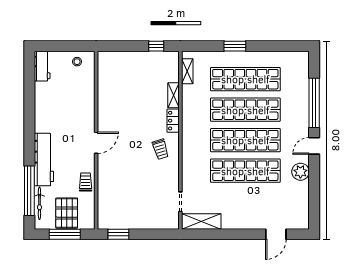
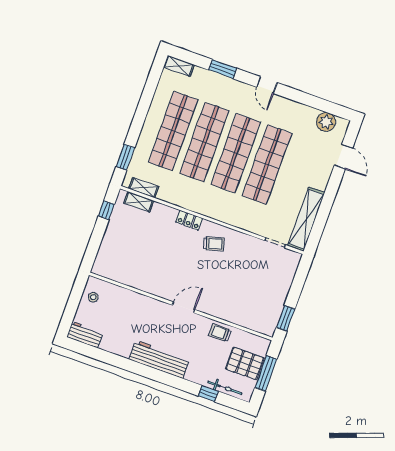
window: (235, 46) -> (125, 157), moved
shelving: (303, 64) -> (179, 66), added
shelving: (173, 95) -> (139, 202), moved
window: (314, 103) -> (223, 69), width x0.47
door: (96, 143) -> (184, 307), hinge flipped
workbench: (44, 160) -> (159, 359), moved
plant: (300, 172) -> (326, 122), moved
window: (29, 191) -> (208, 394), width x0.32
shelving: (201, 221) -> (306, 219), width x1.47

